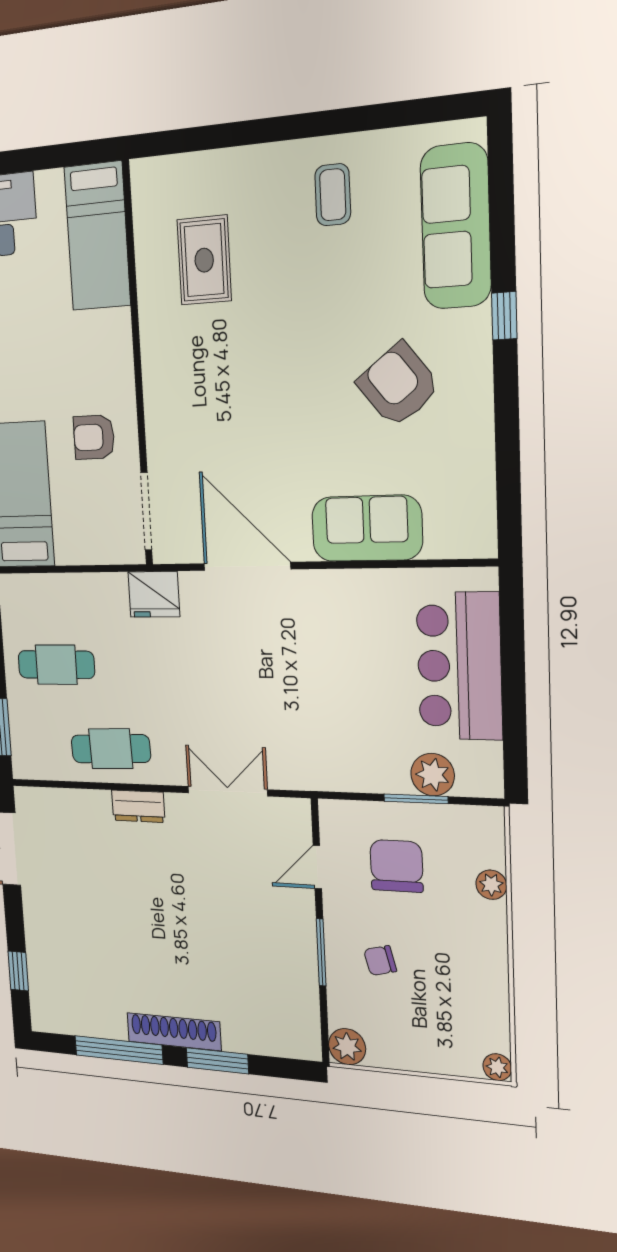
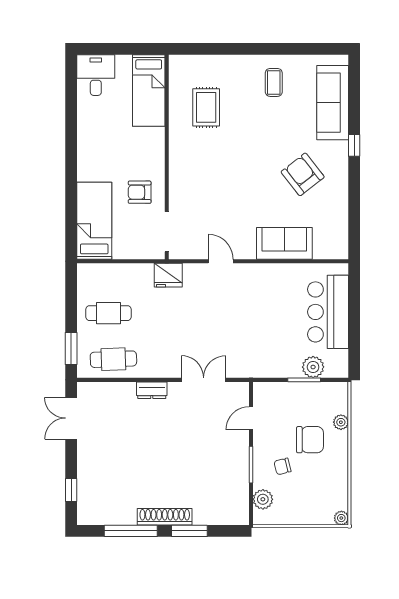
door: (247, 566) -> (221, 261), width x0.53
cafe table: (111, 749) -> (113, 359), moved
chair: (397, 866) -> (310, 440), moved, turned 90
plant: (347, 1047) -> (263, 499), moved

